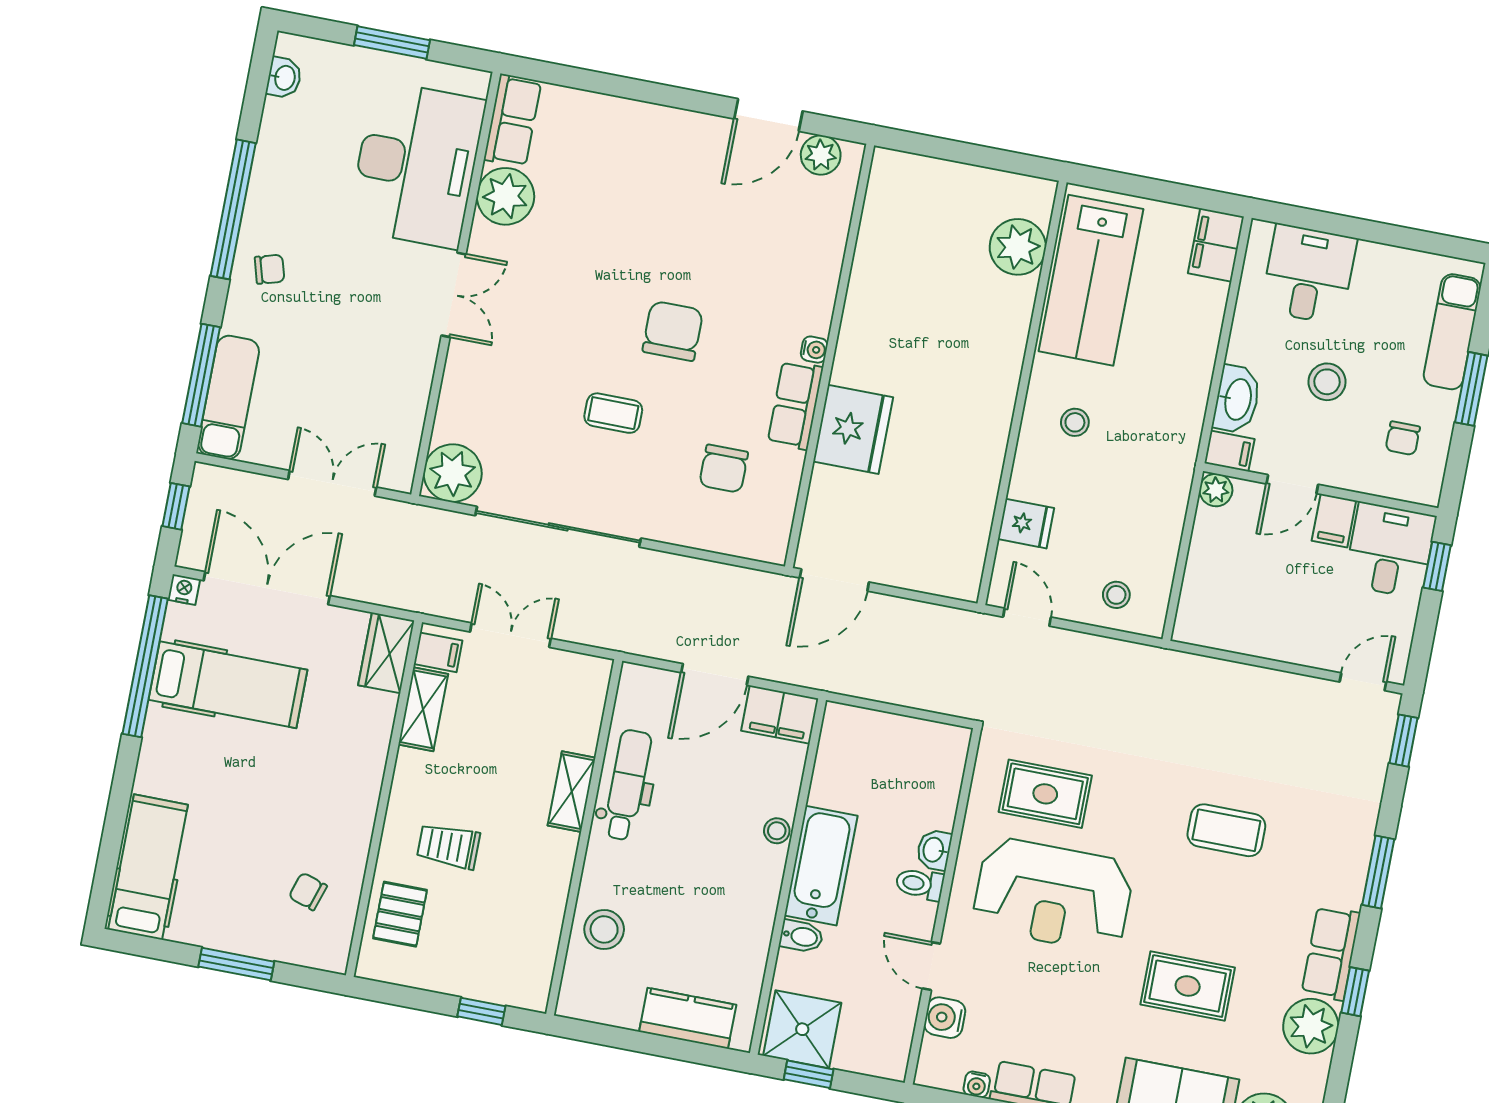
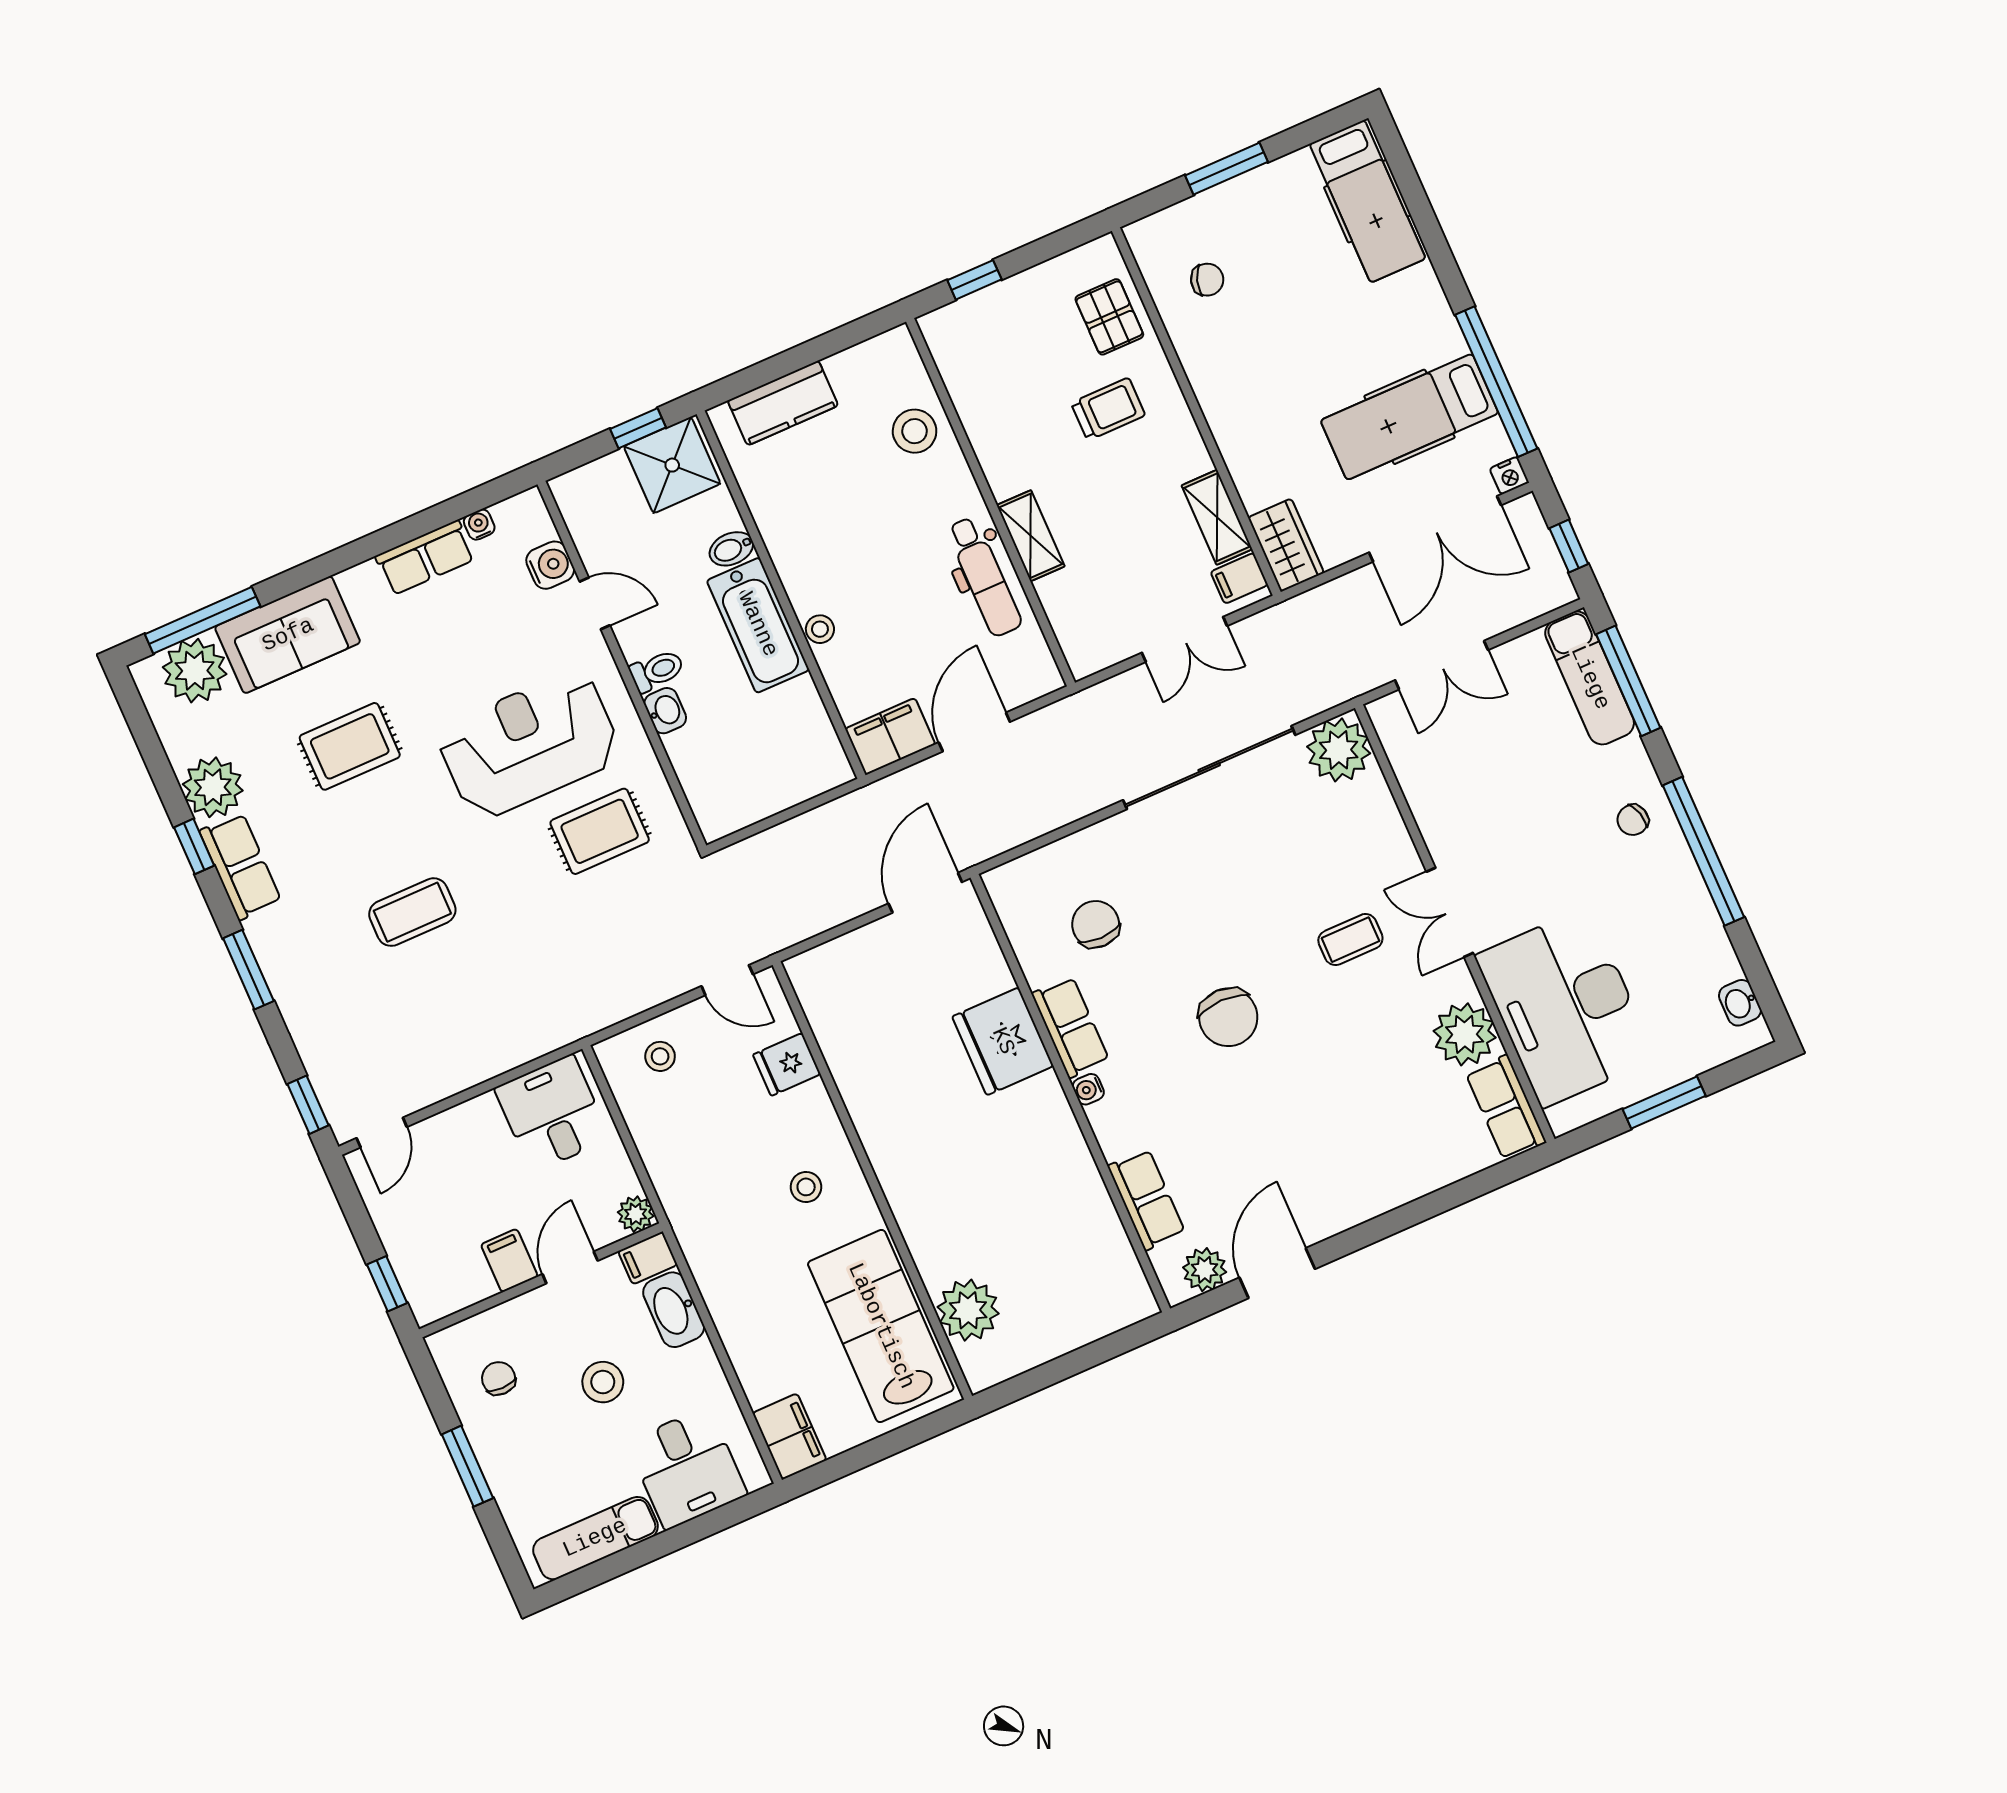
row of seats: (828, 237) -> (1146, 1199), added
exam couch: (1452, 332) -> (595, 1538), moved, turned -90
coffee table: (613, 413) -> (1350, 940), moved
desk: (1390, 550) -> (552, 1113), moved, turned 180

